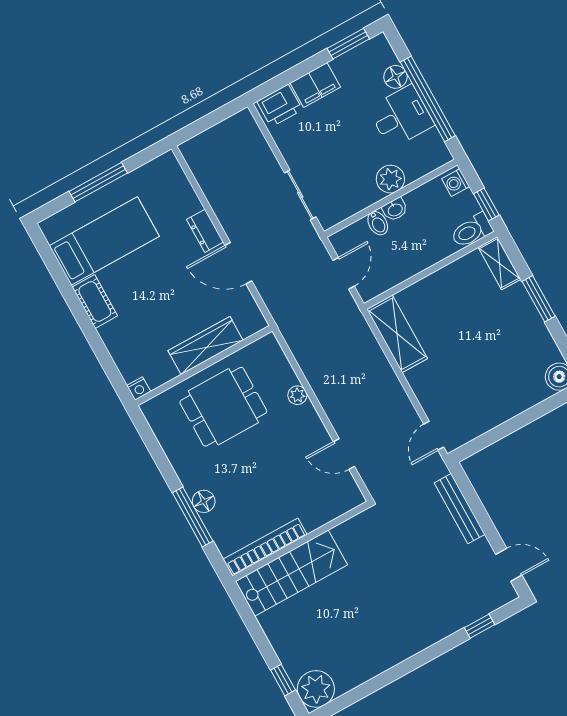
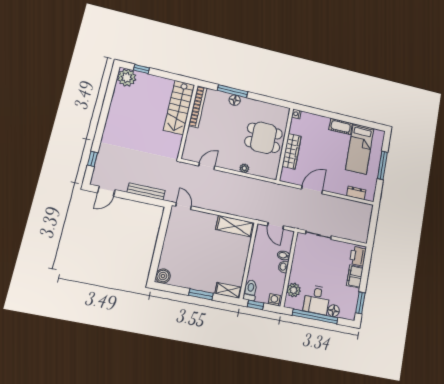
plant: (390, 179) -> (294, 290), moved
dresser: (205, 231) -> (356, 193), moved
dining table: (223, 407) -> (264, 138), turned 90

